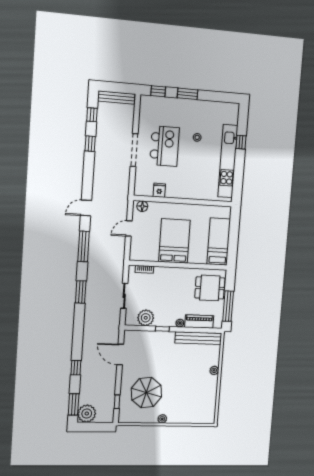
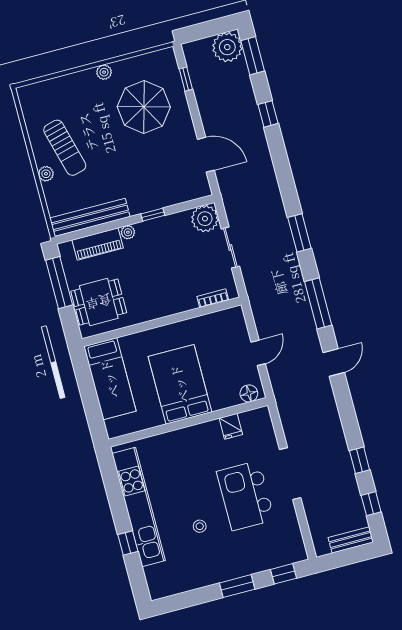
bench: (116, 97) -> (351, 540), width x0.73
bed: (174, 241) -> (180, 384), moved, turned 180
plant: (146, 318) -> (205, 219), moved
sun lounger: (199, 382) -> (65, 148), added

